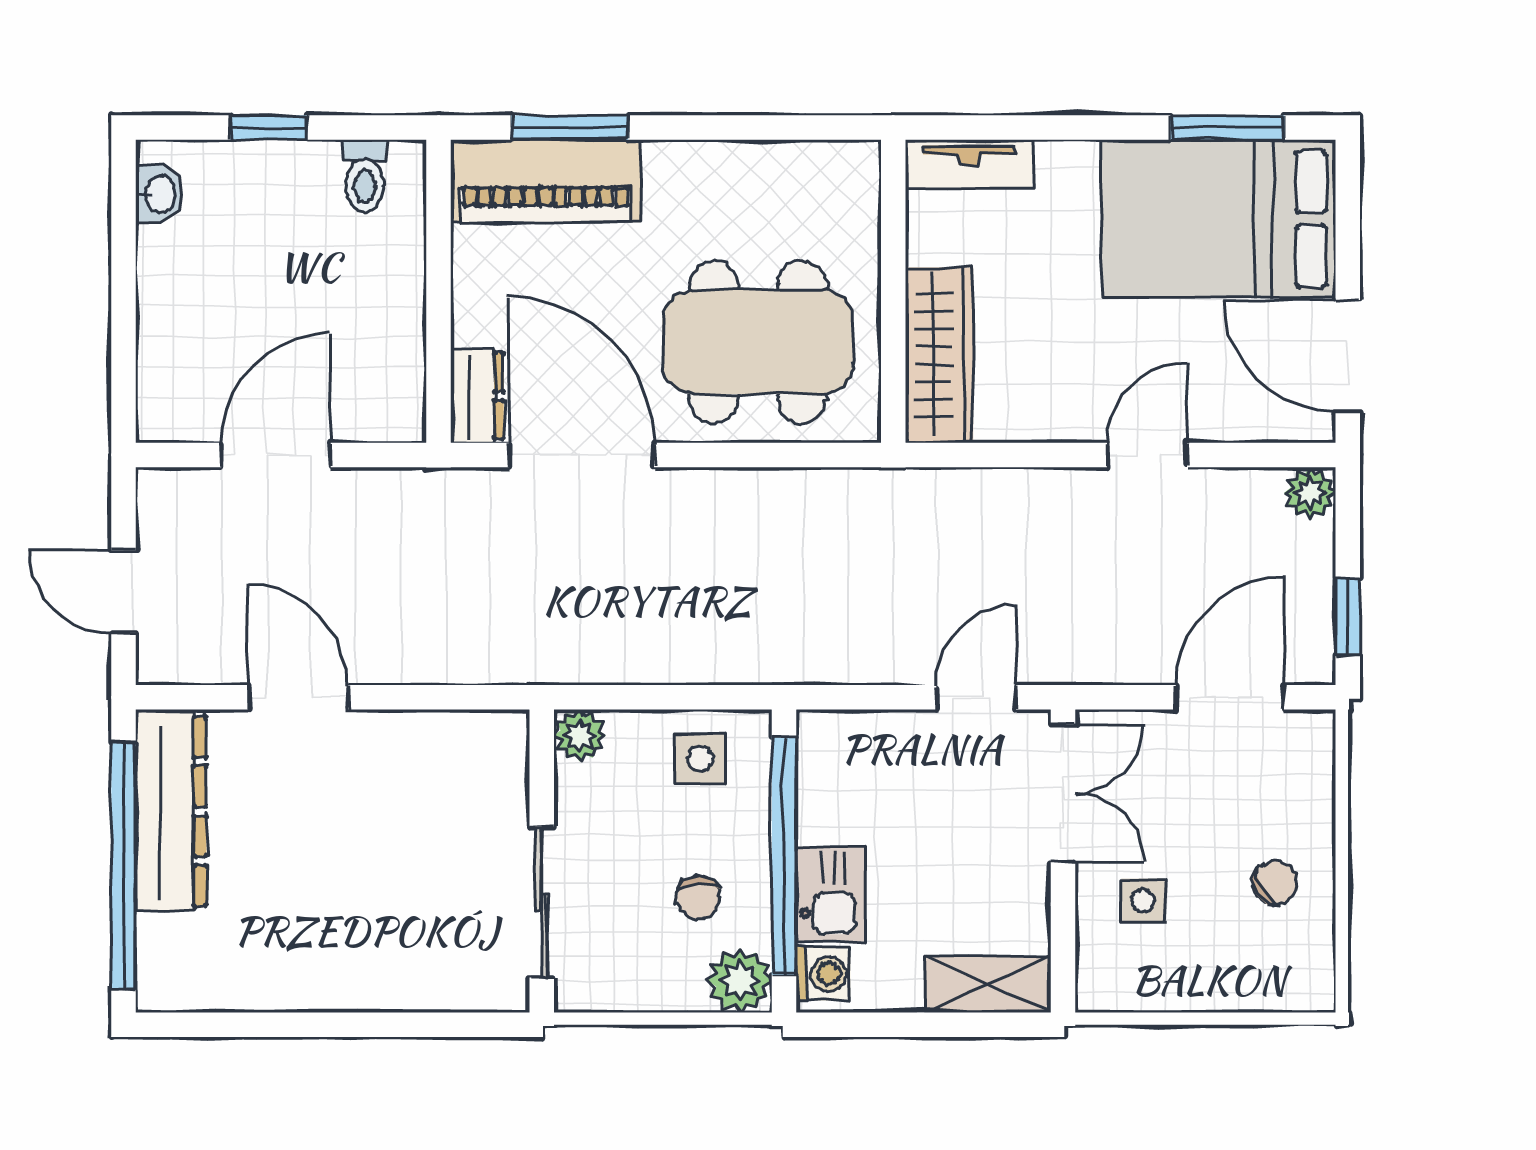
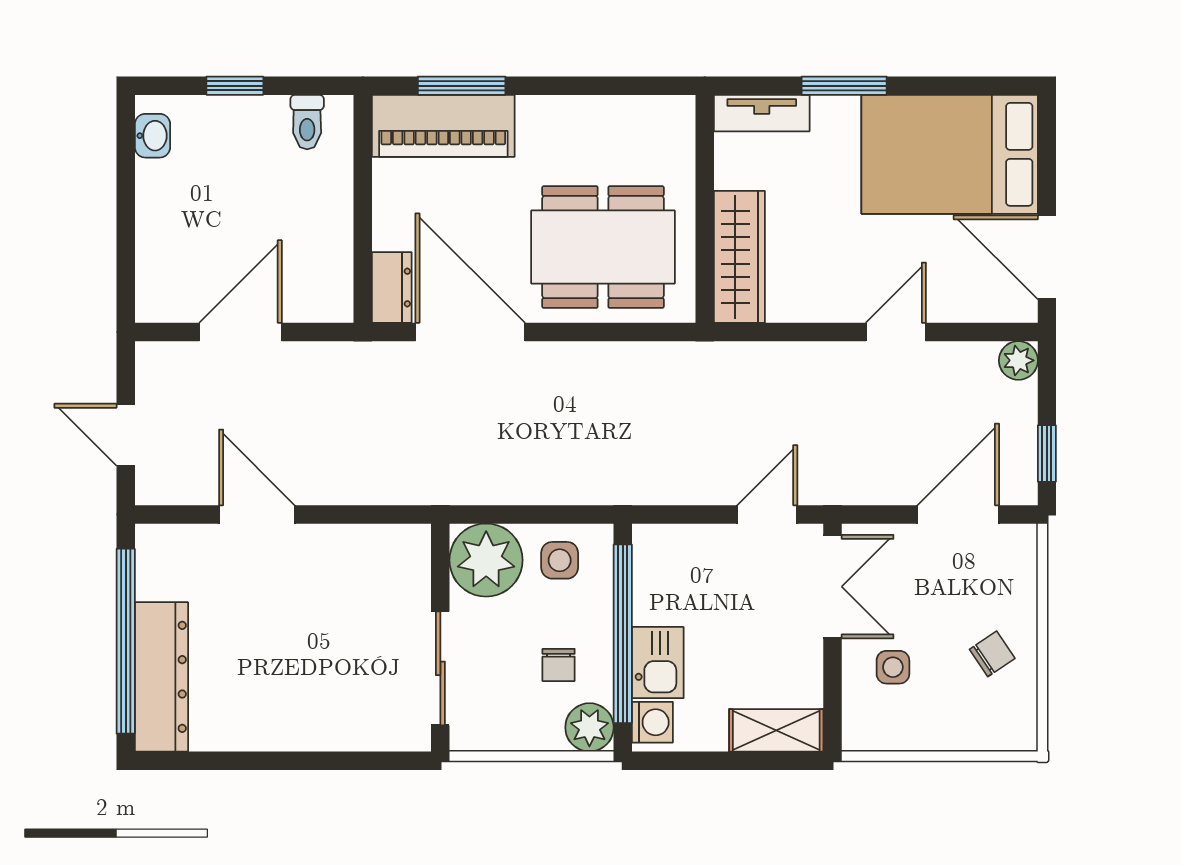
window: (1227, 128) -> (844, 86), moved
plant: (580, 735) -> (486, 560), width x1.88, depth x1.88
dresser: (171, 811) -> (161, 677), moved

